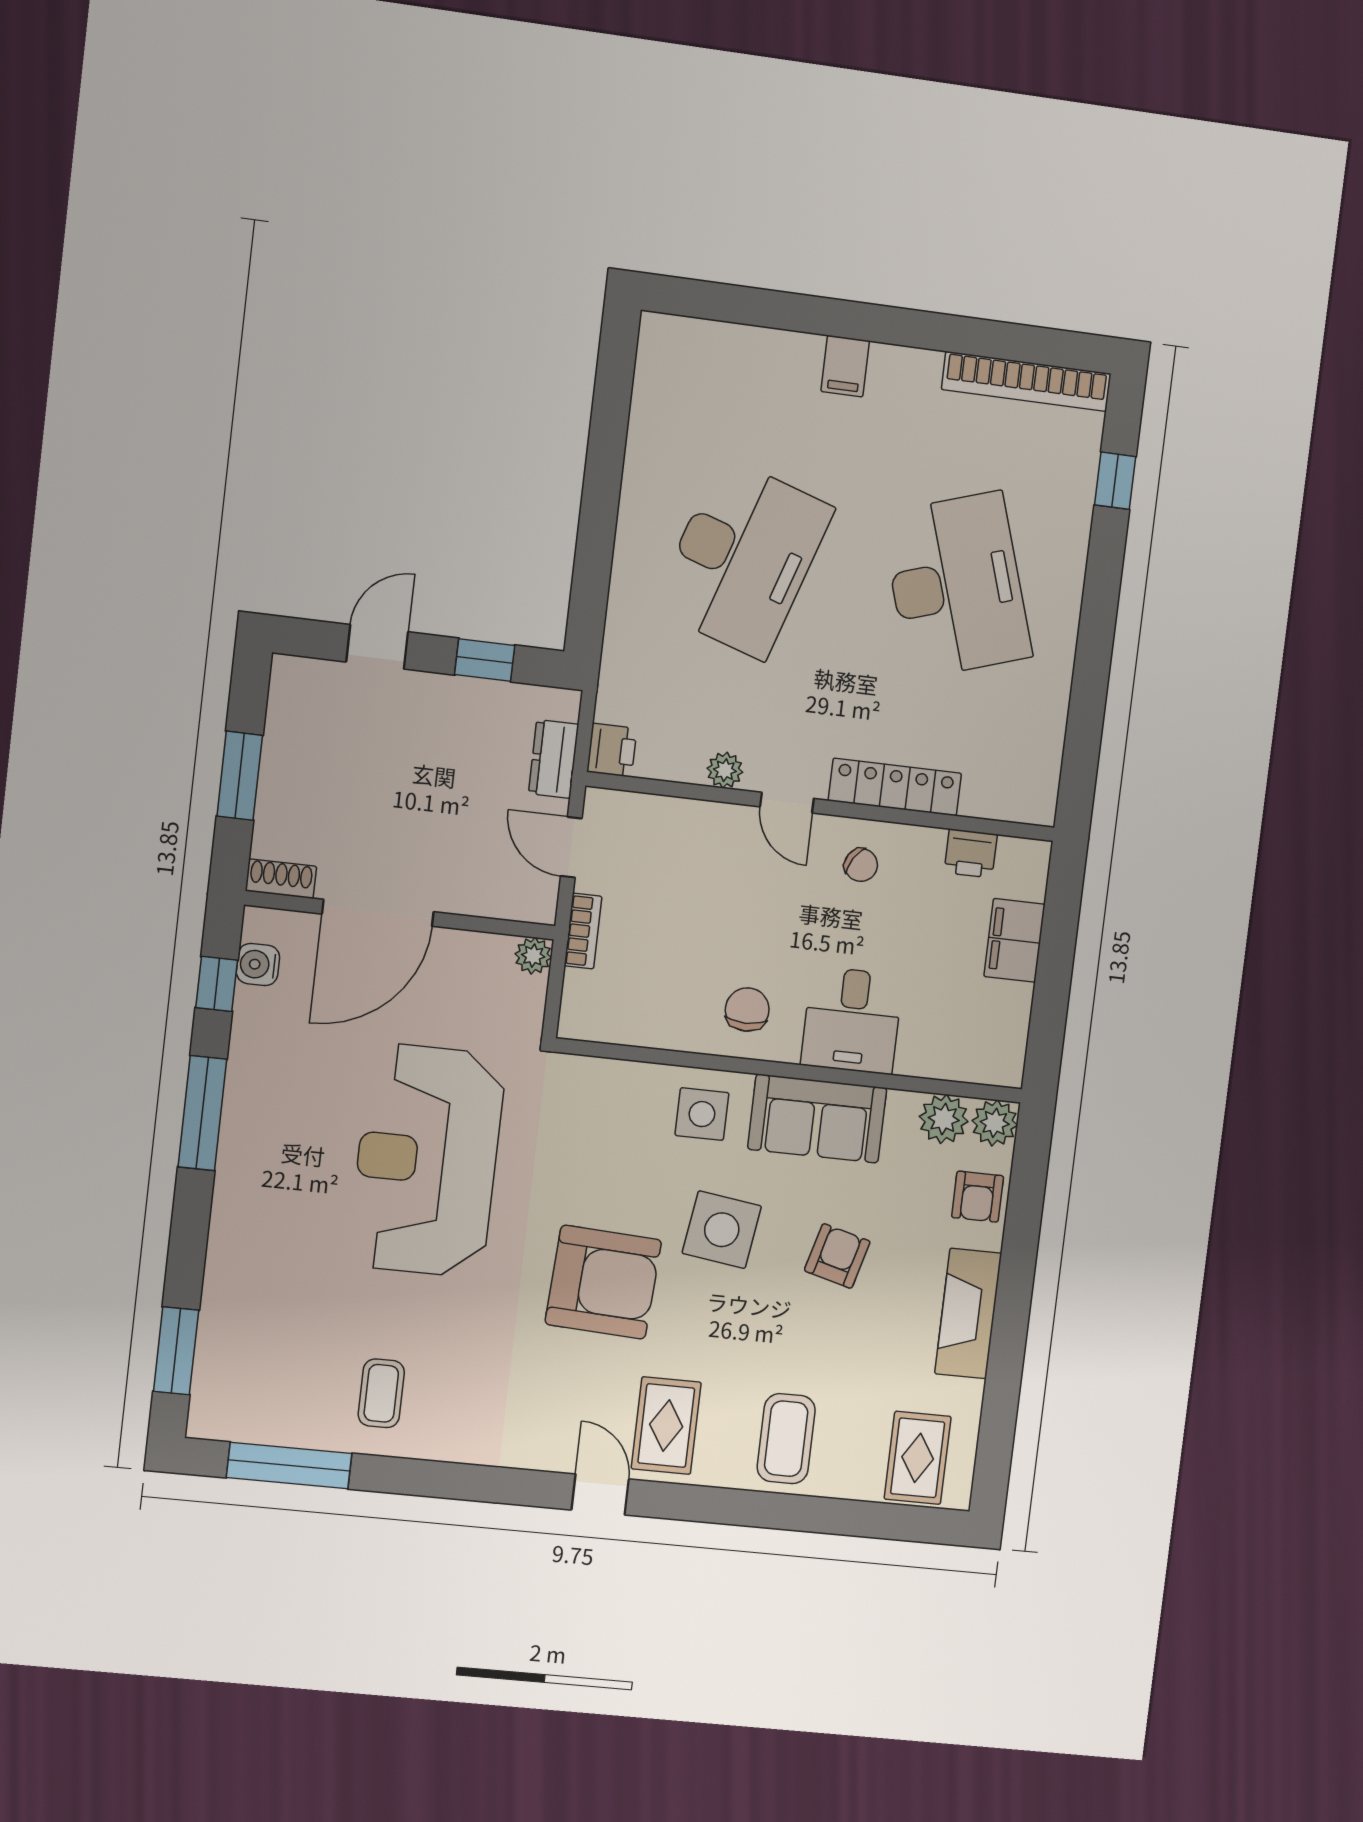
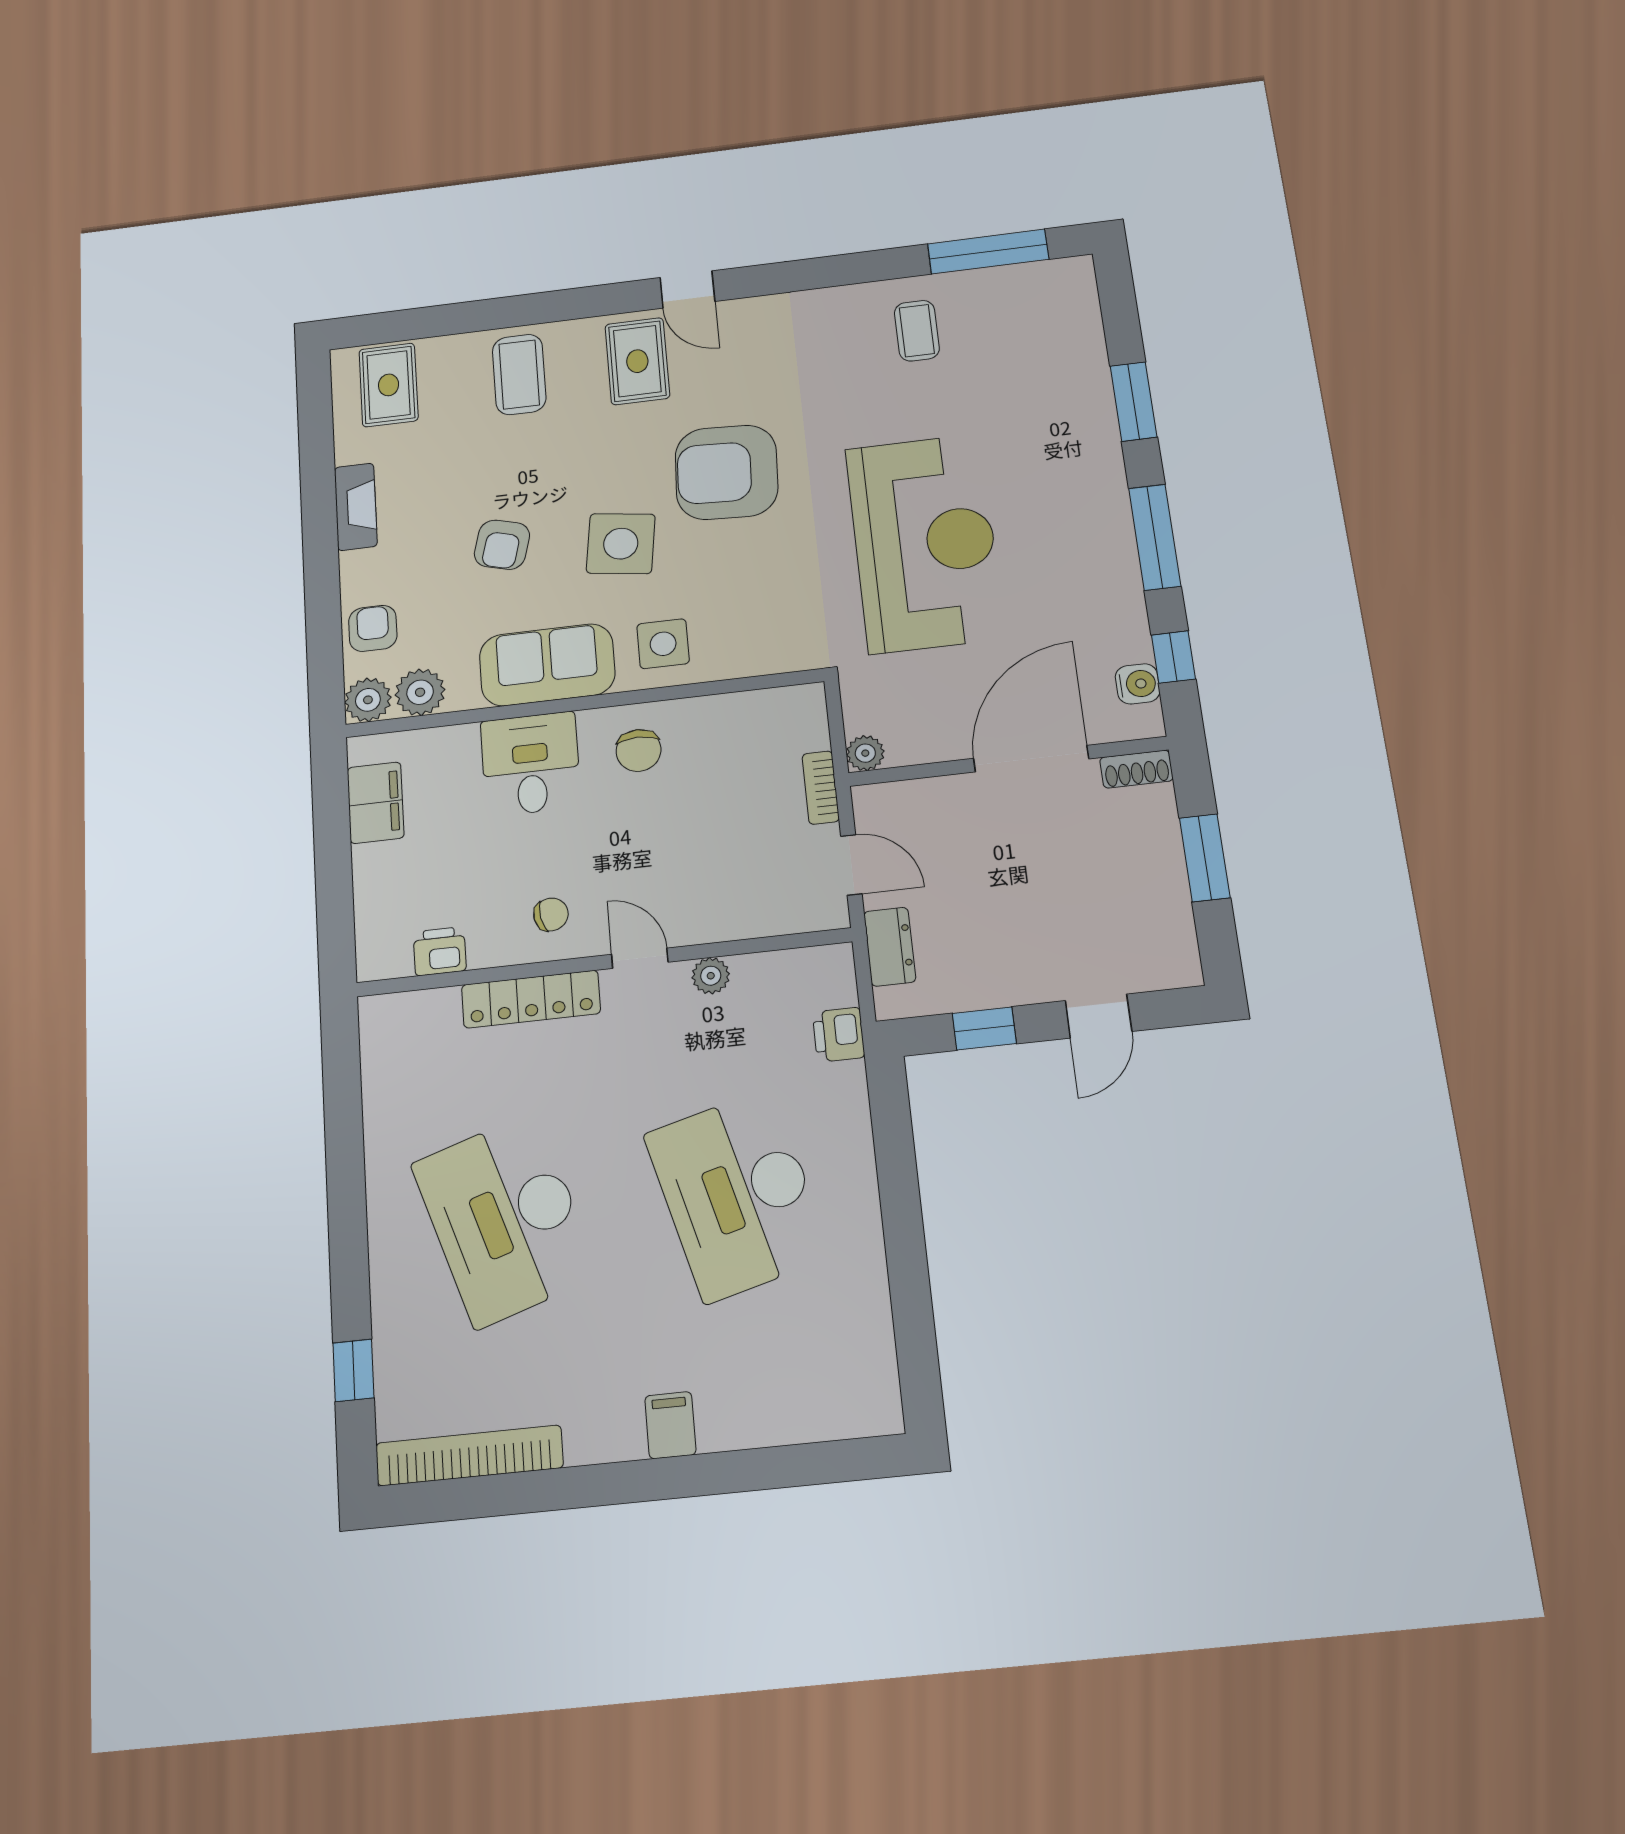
desk: (743, 558) -> (738, 1195), turned -33
printer: (612, 750) -> (839, 1035), moved
chair: (861, 865) -> (551, 914), turned 137
filing cabinet: (1014, 940) -> (376, 803), moved
fireplace: (968, 1313) -> (356, 507), width x0.73, depth x0.76
window: (176, 1351) -> (1134, 402), moved

